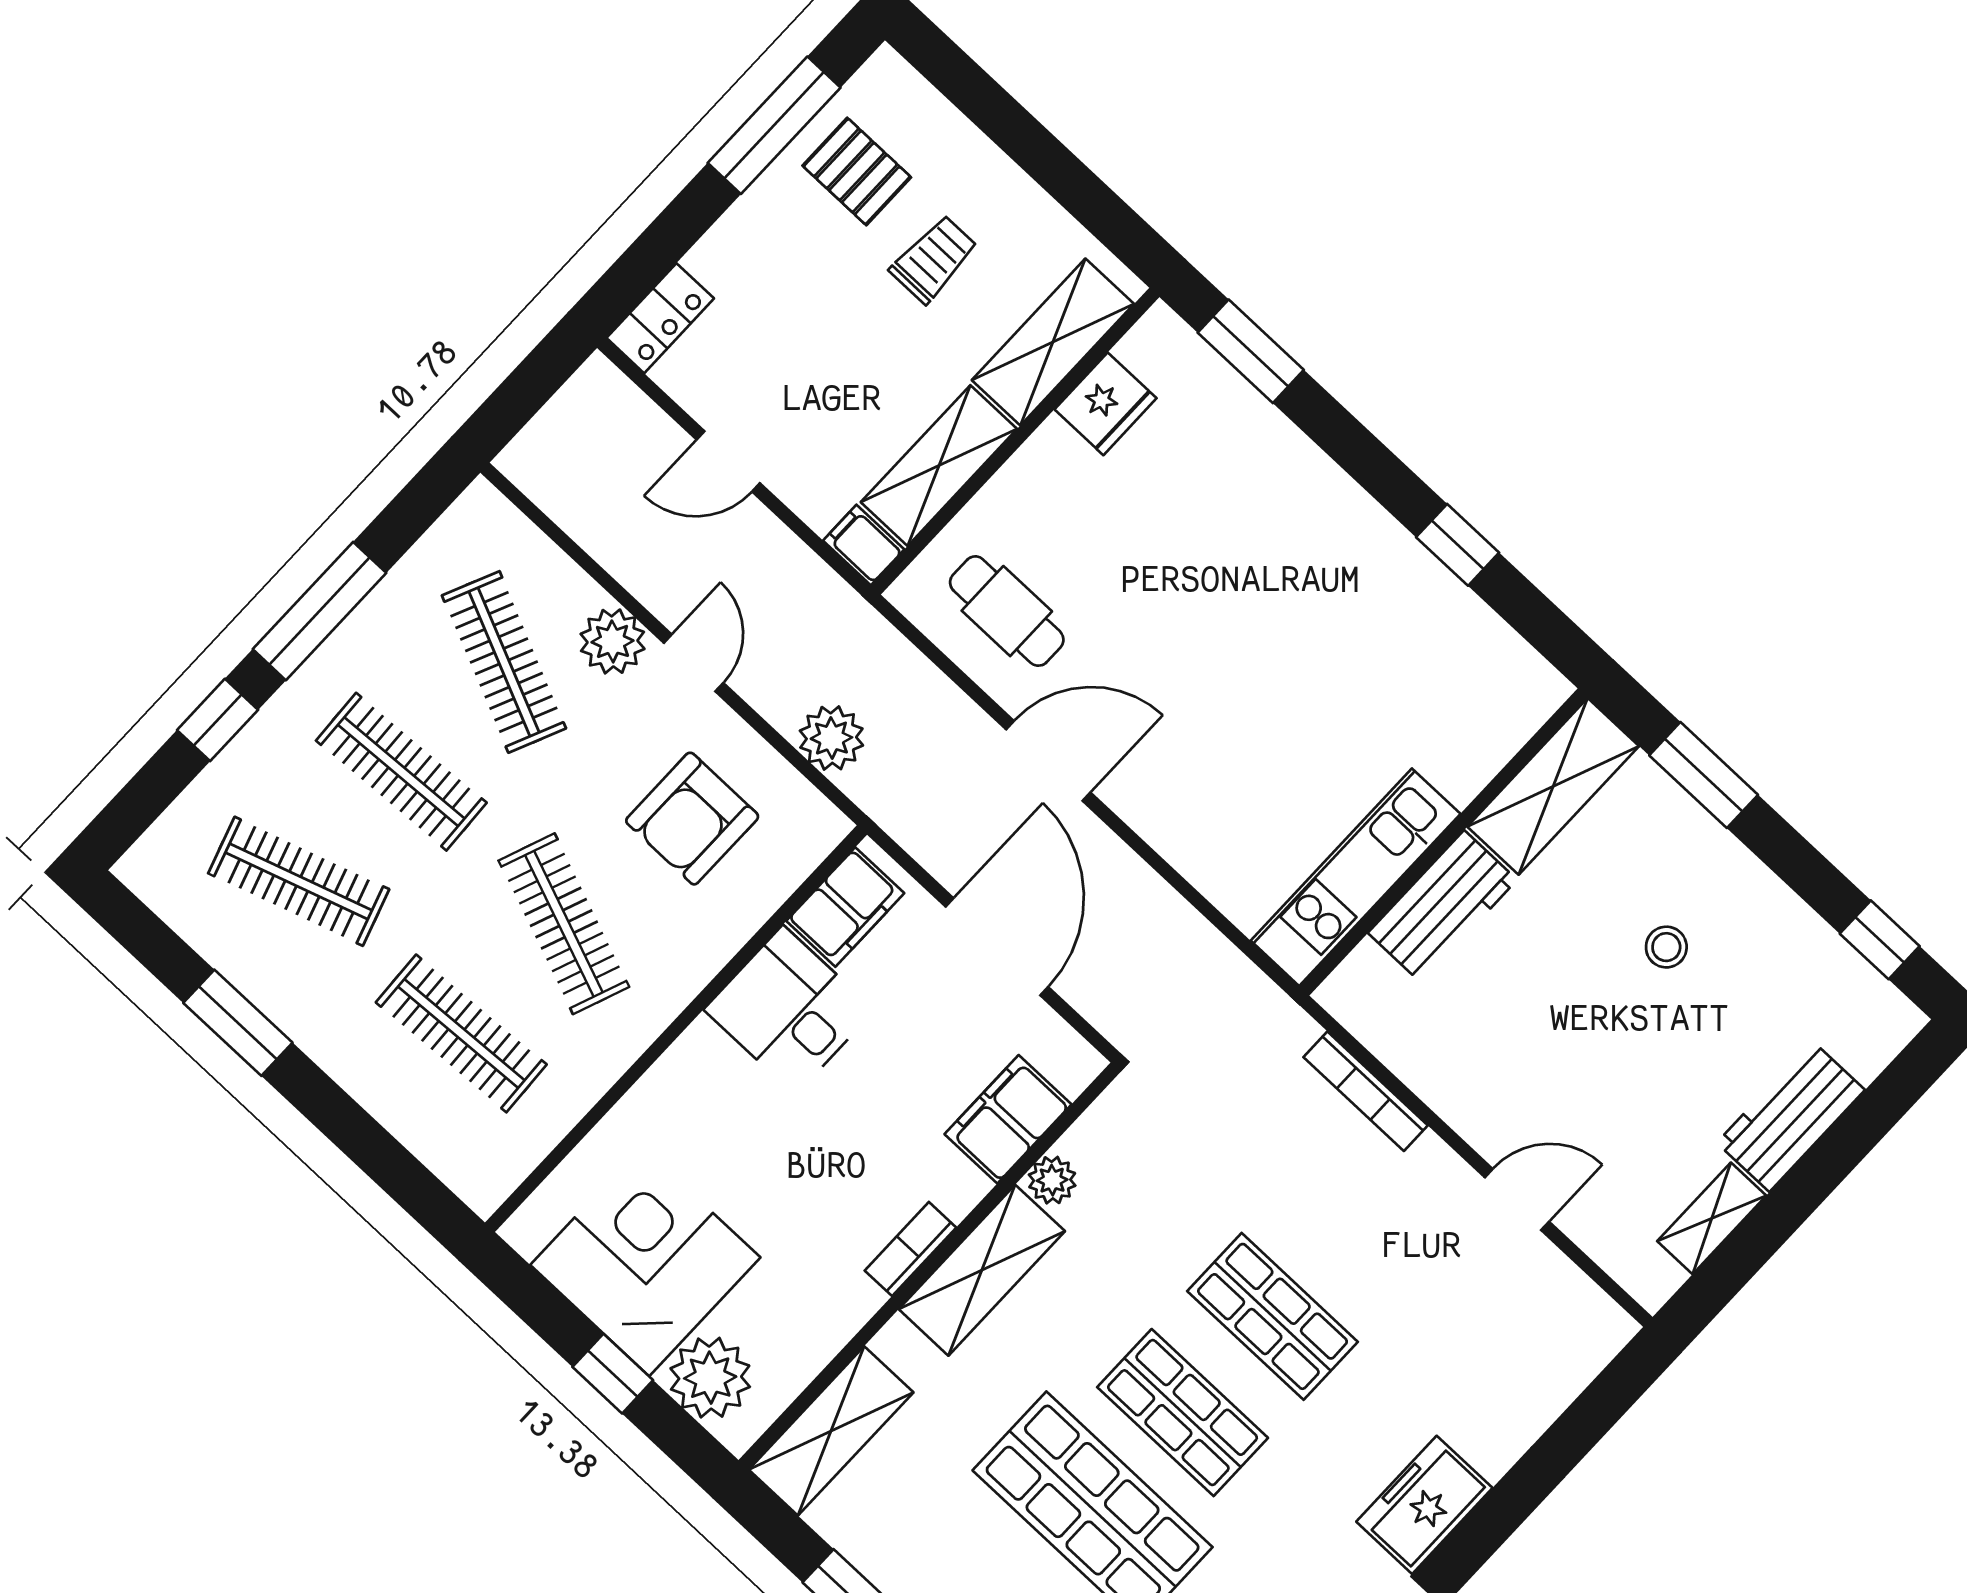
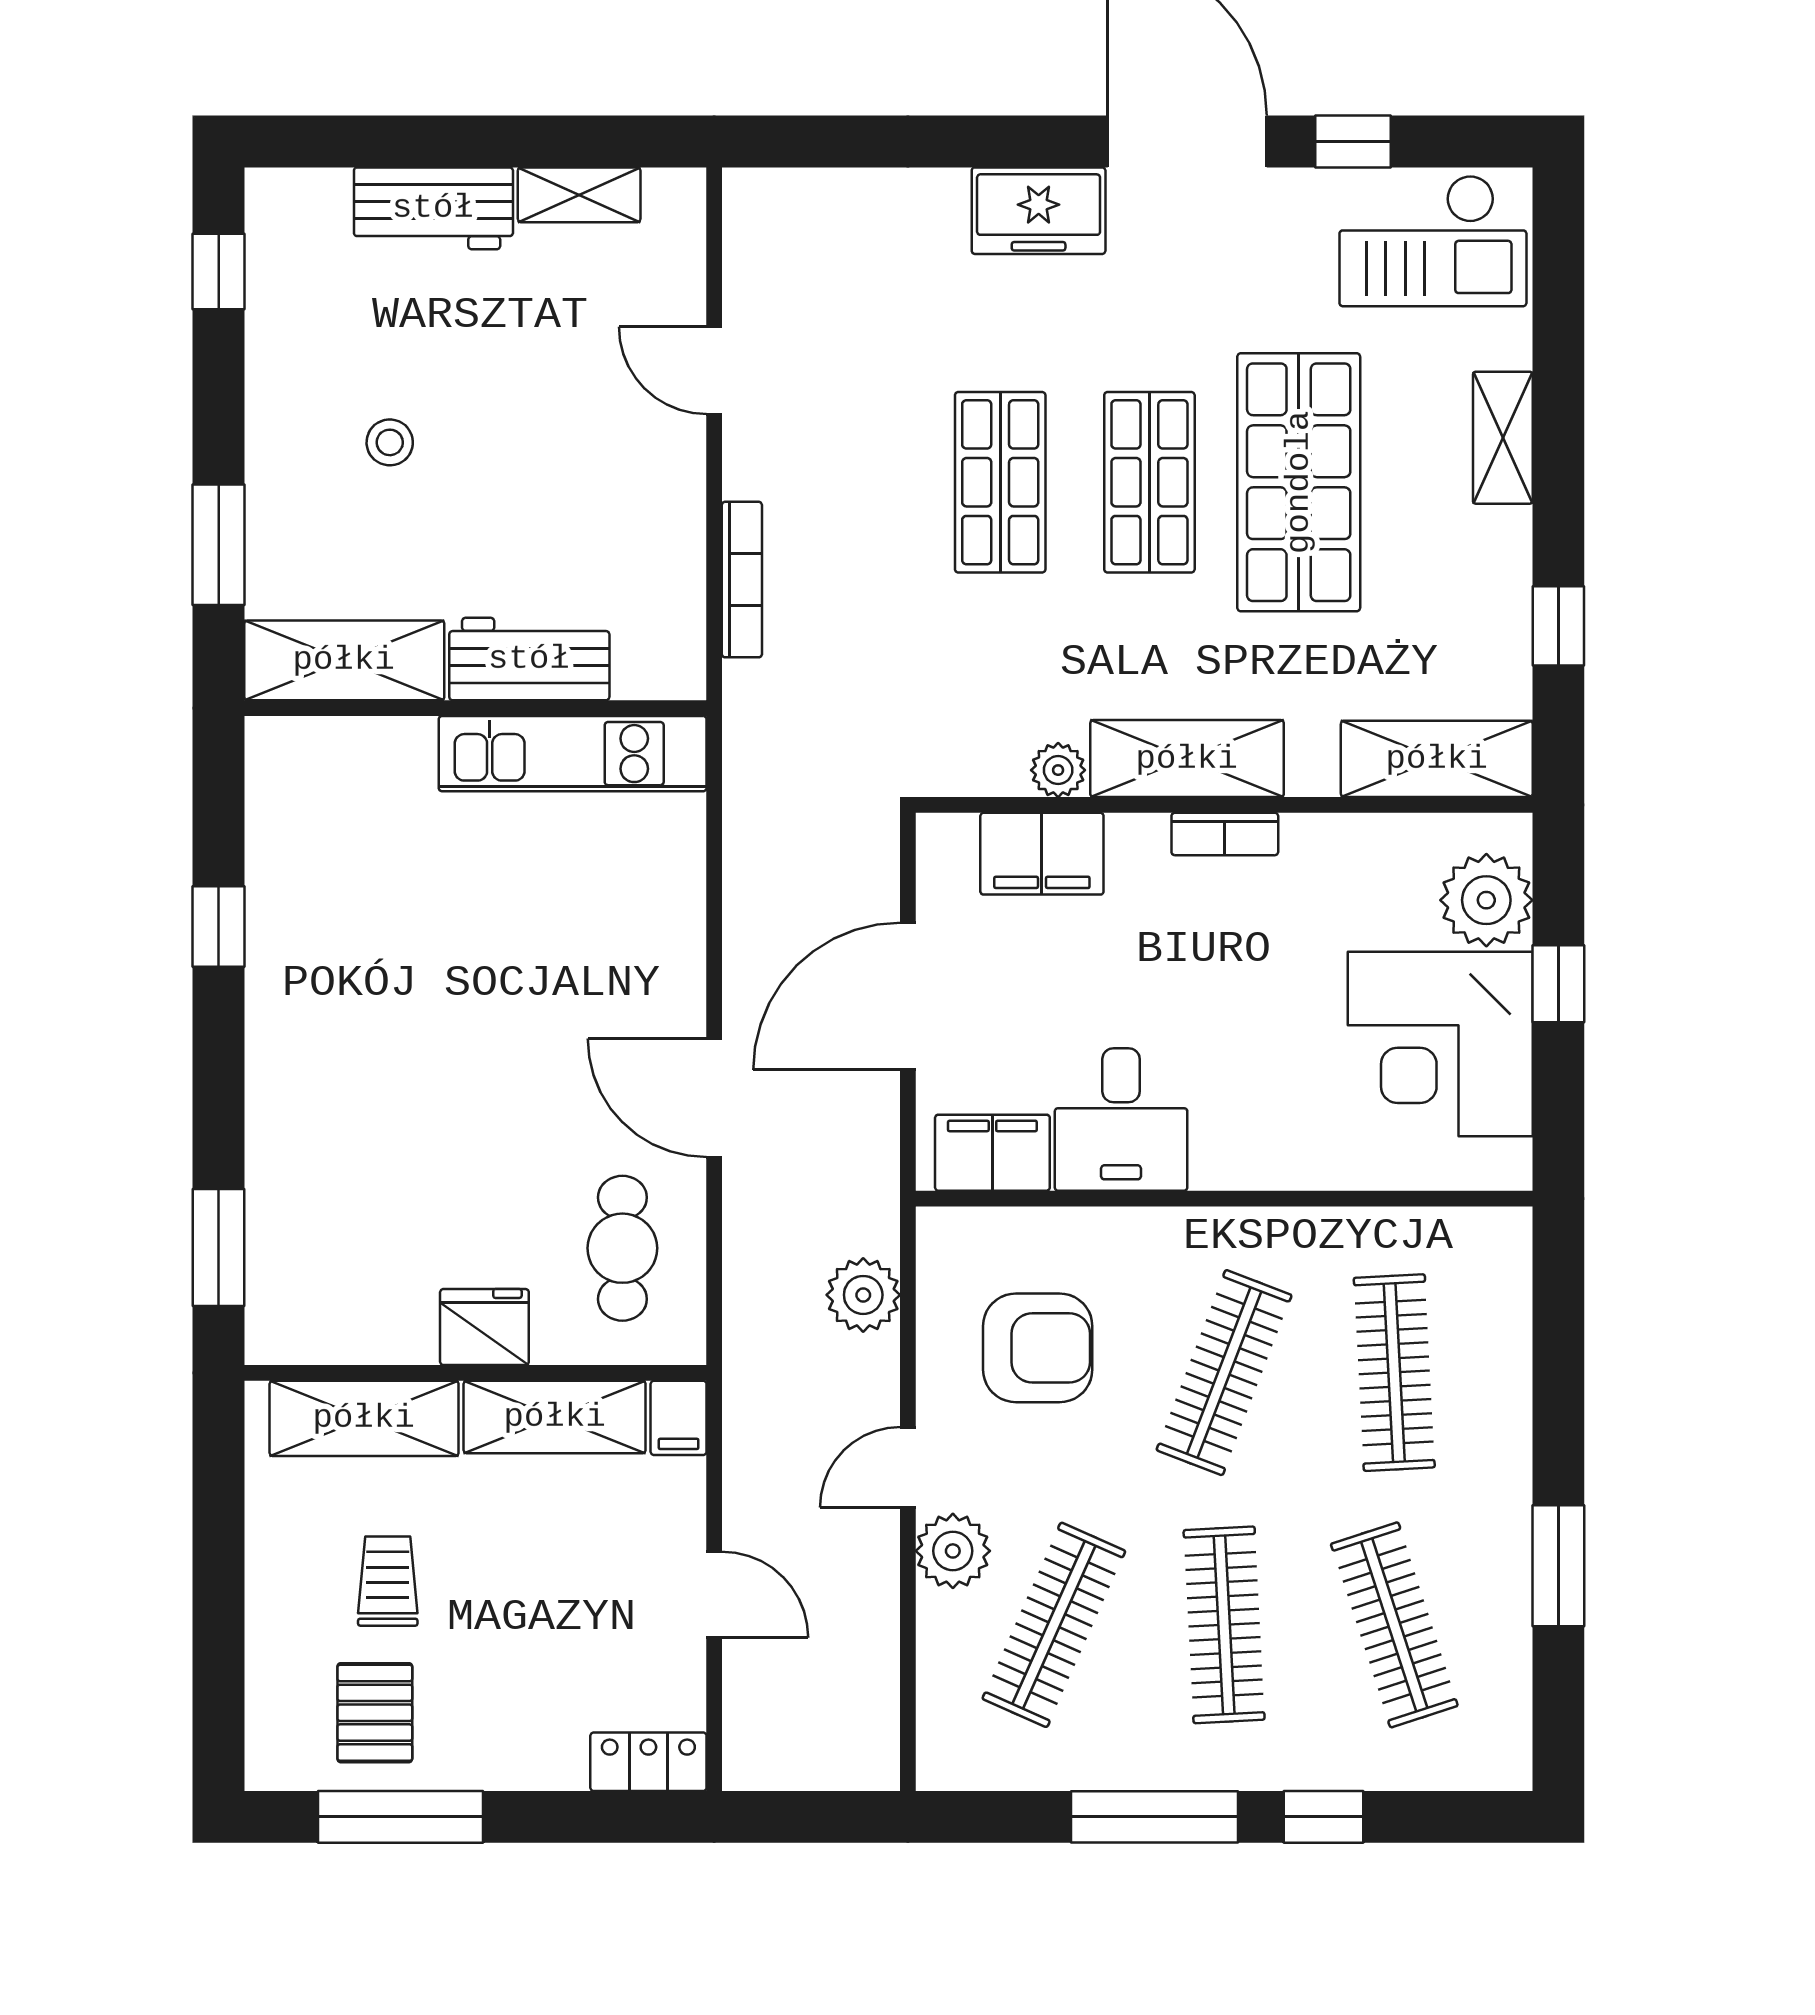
trolley: (934, 259) -> (388, 1581), turned 90
fridge: (1106, 404) -> (484, 1327), moved

